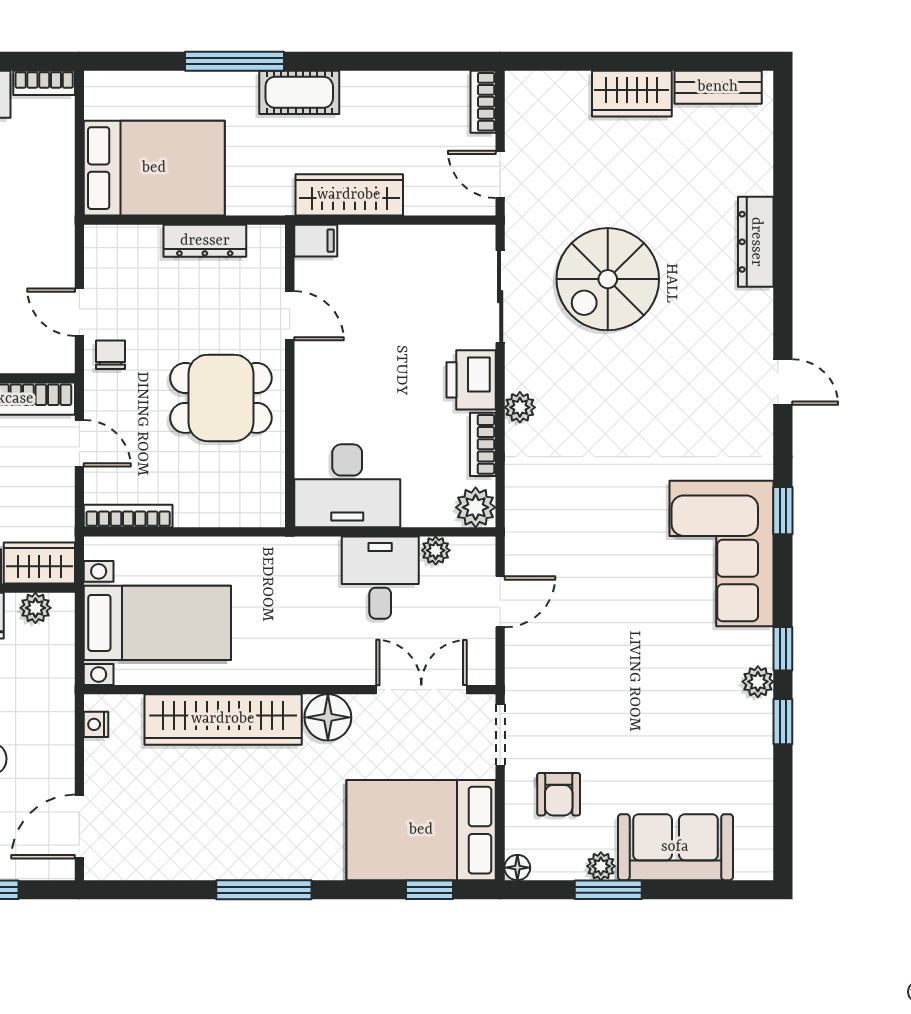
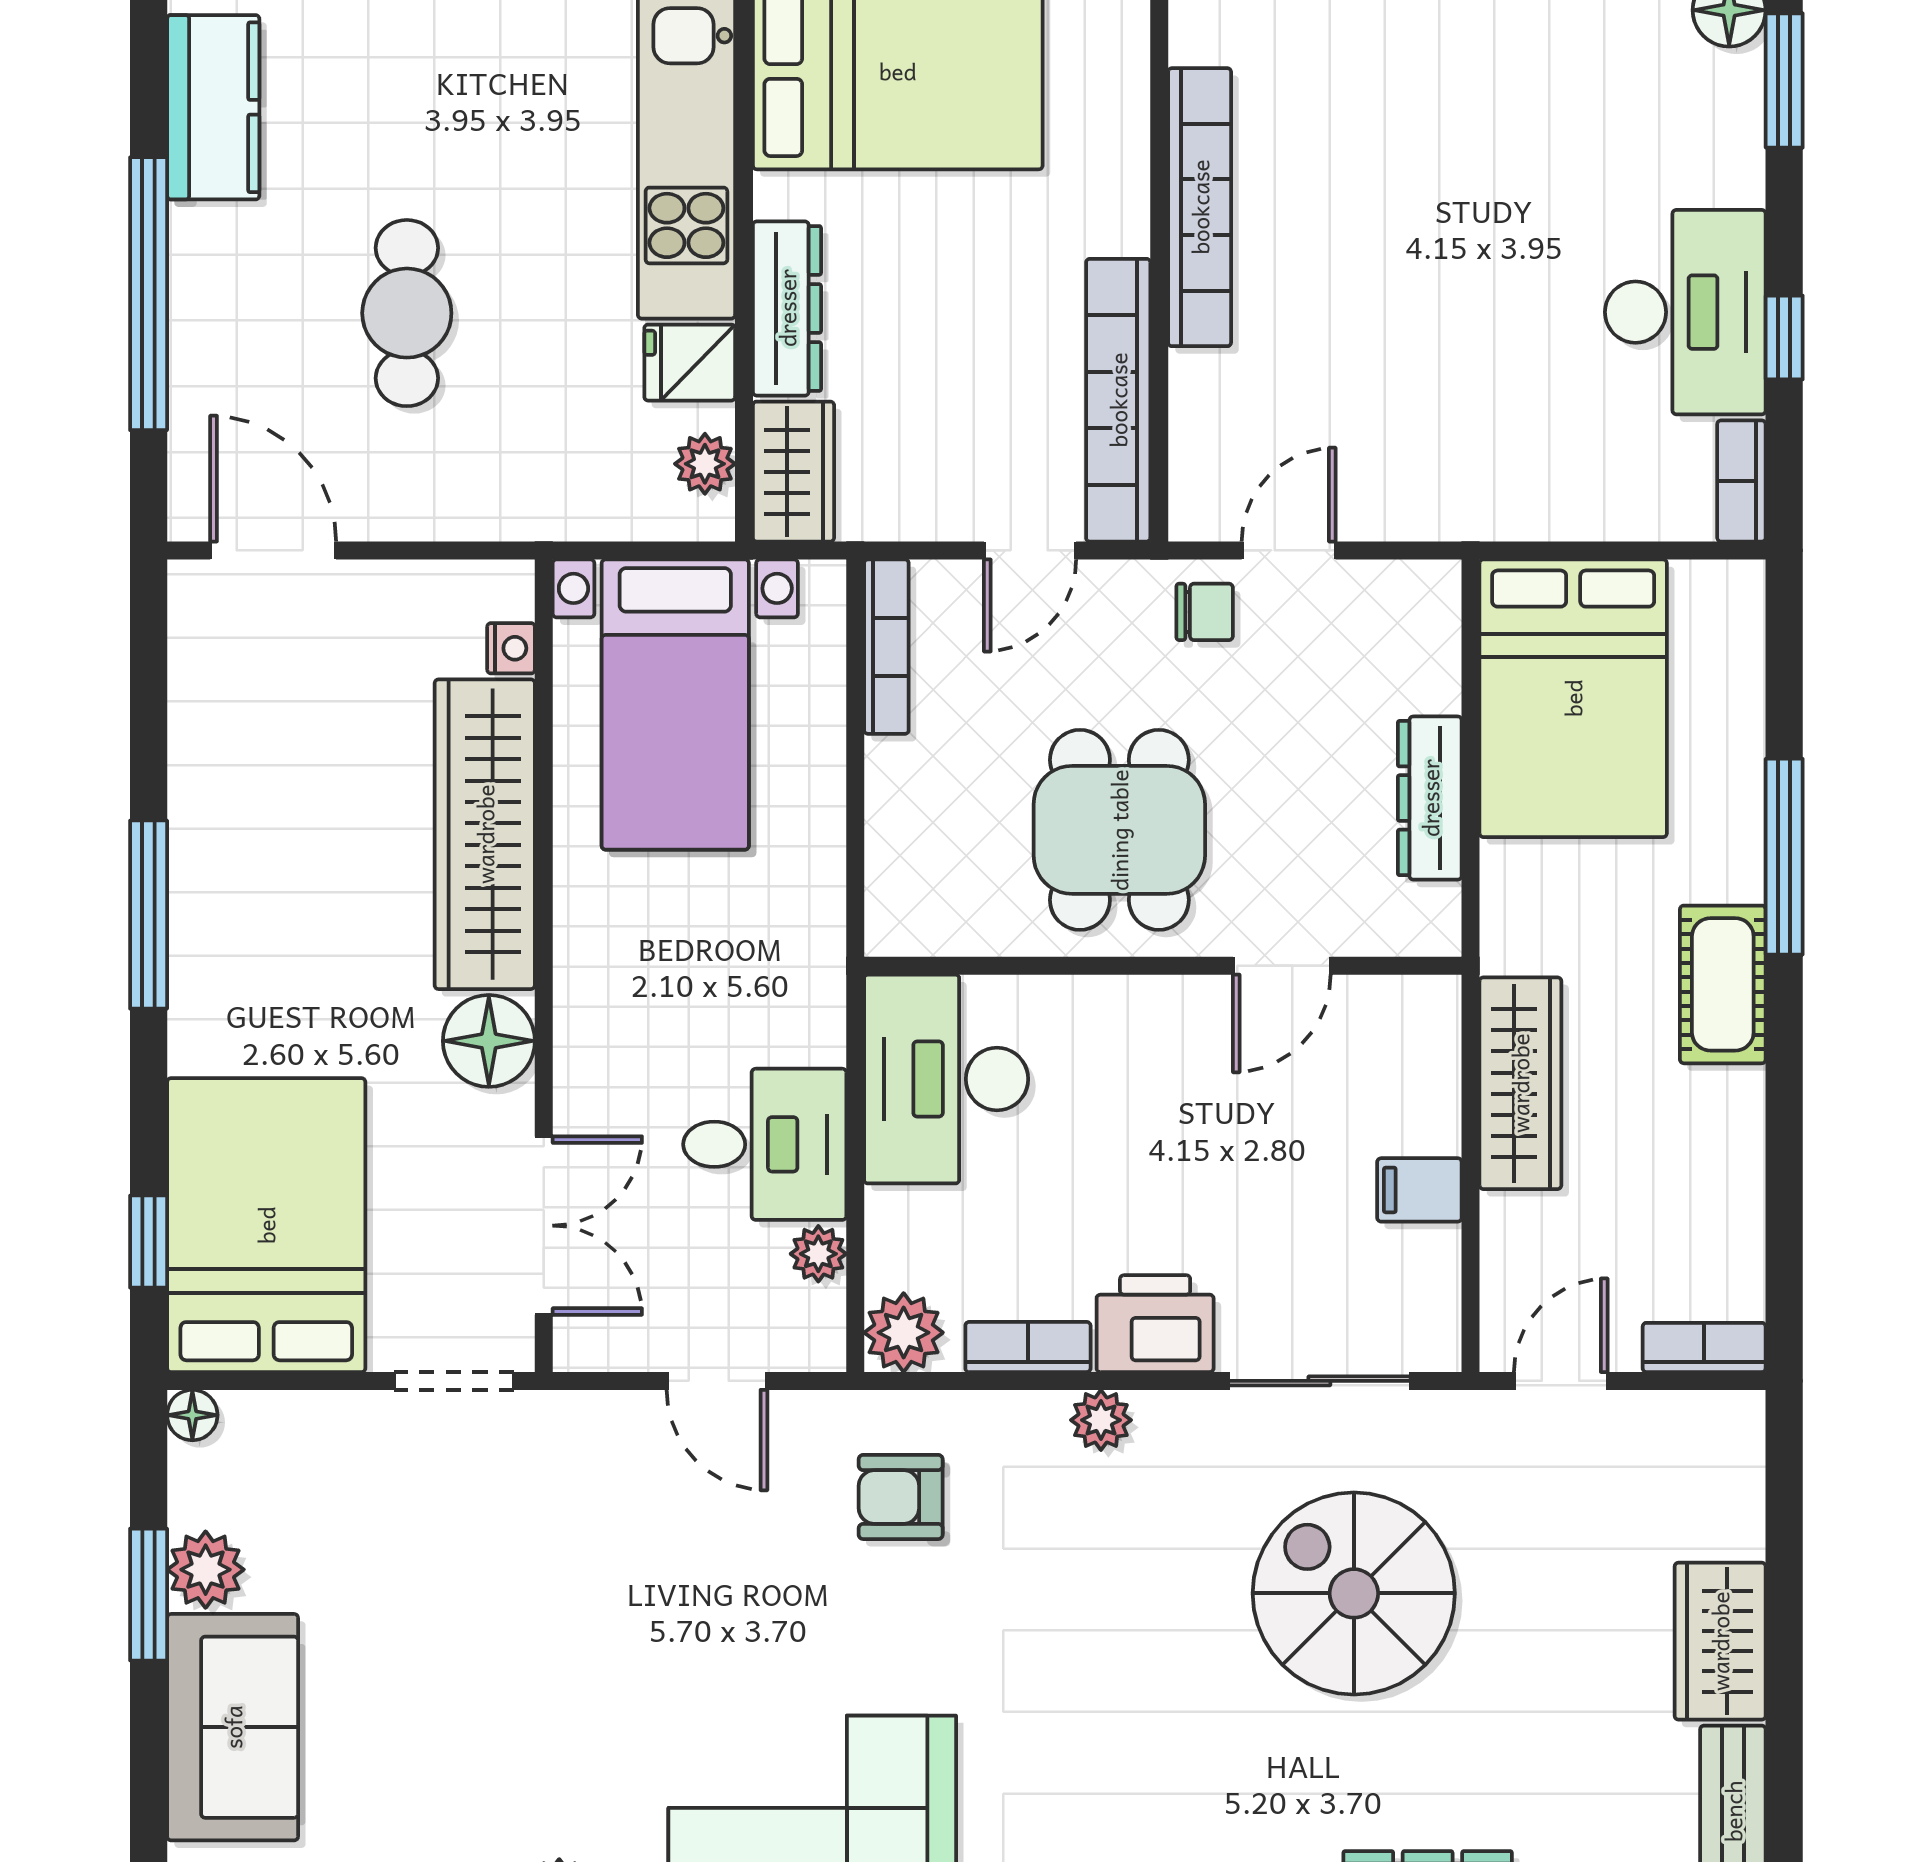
filing cabinet: (316, 241) -> (1419, 1190), moved, turned 90
nightstand: (96, 724) -> (511, 648), moved, turned 90
armchair: (559, 794) -> (901, 1497), moved
plant: (601, 866) -> (206, 1570), width x1.38, depth x1.38

